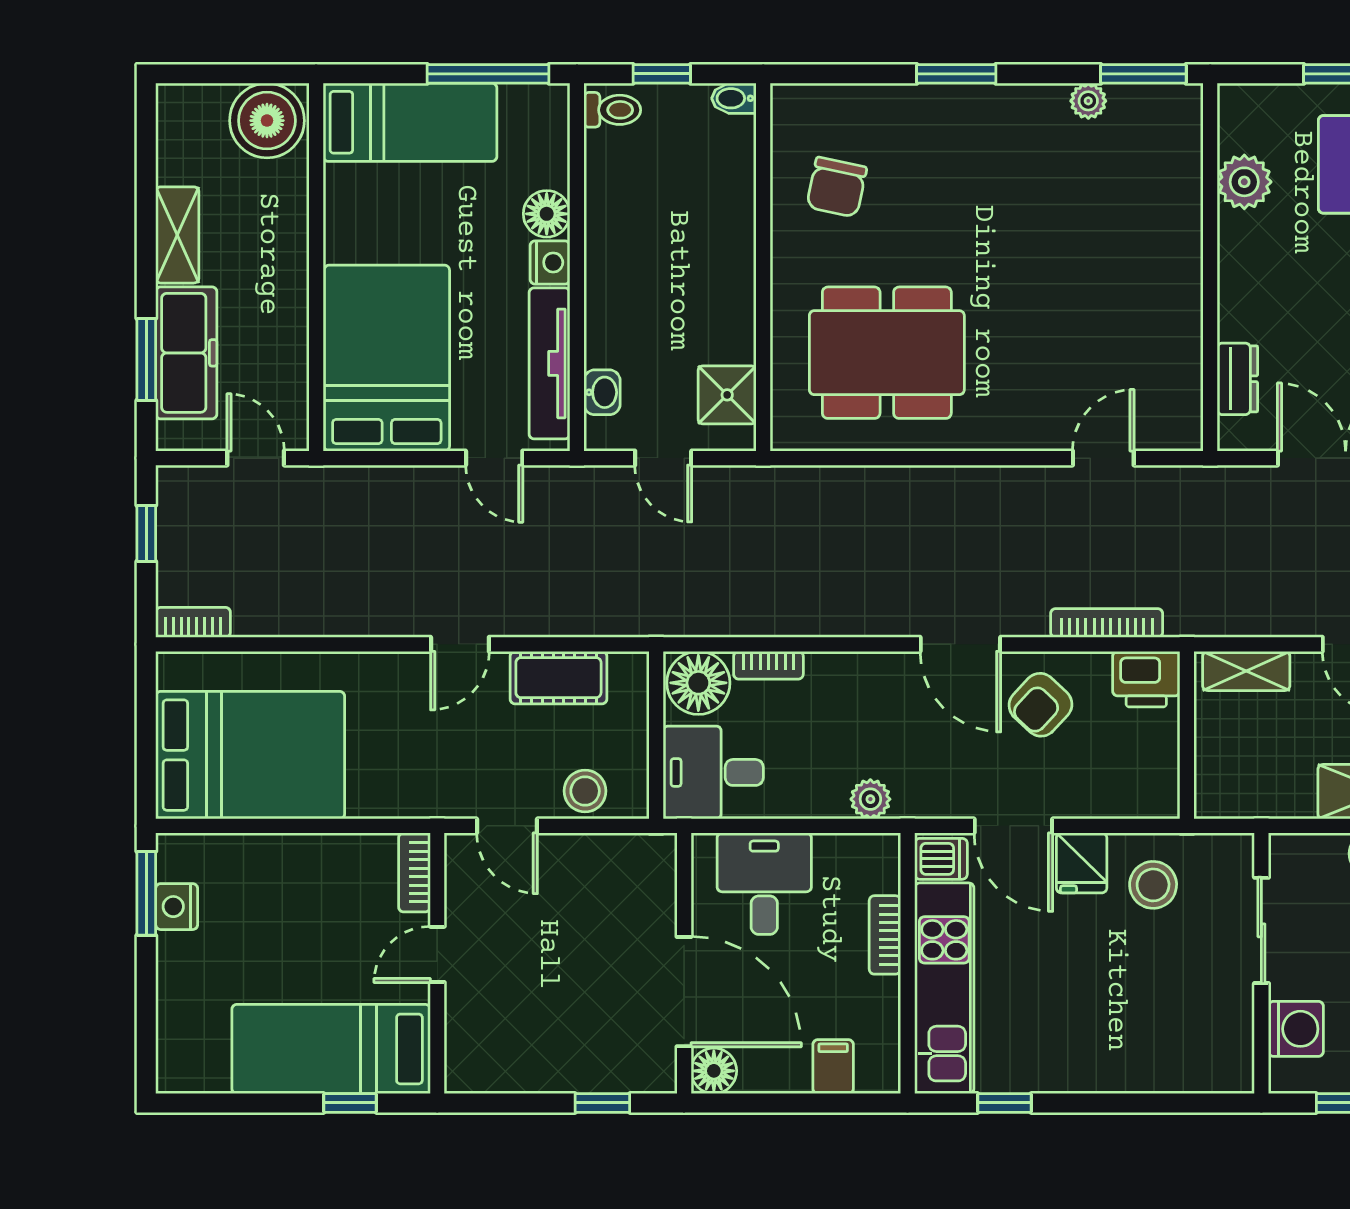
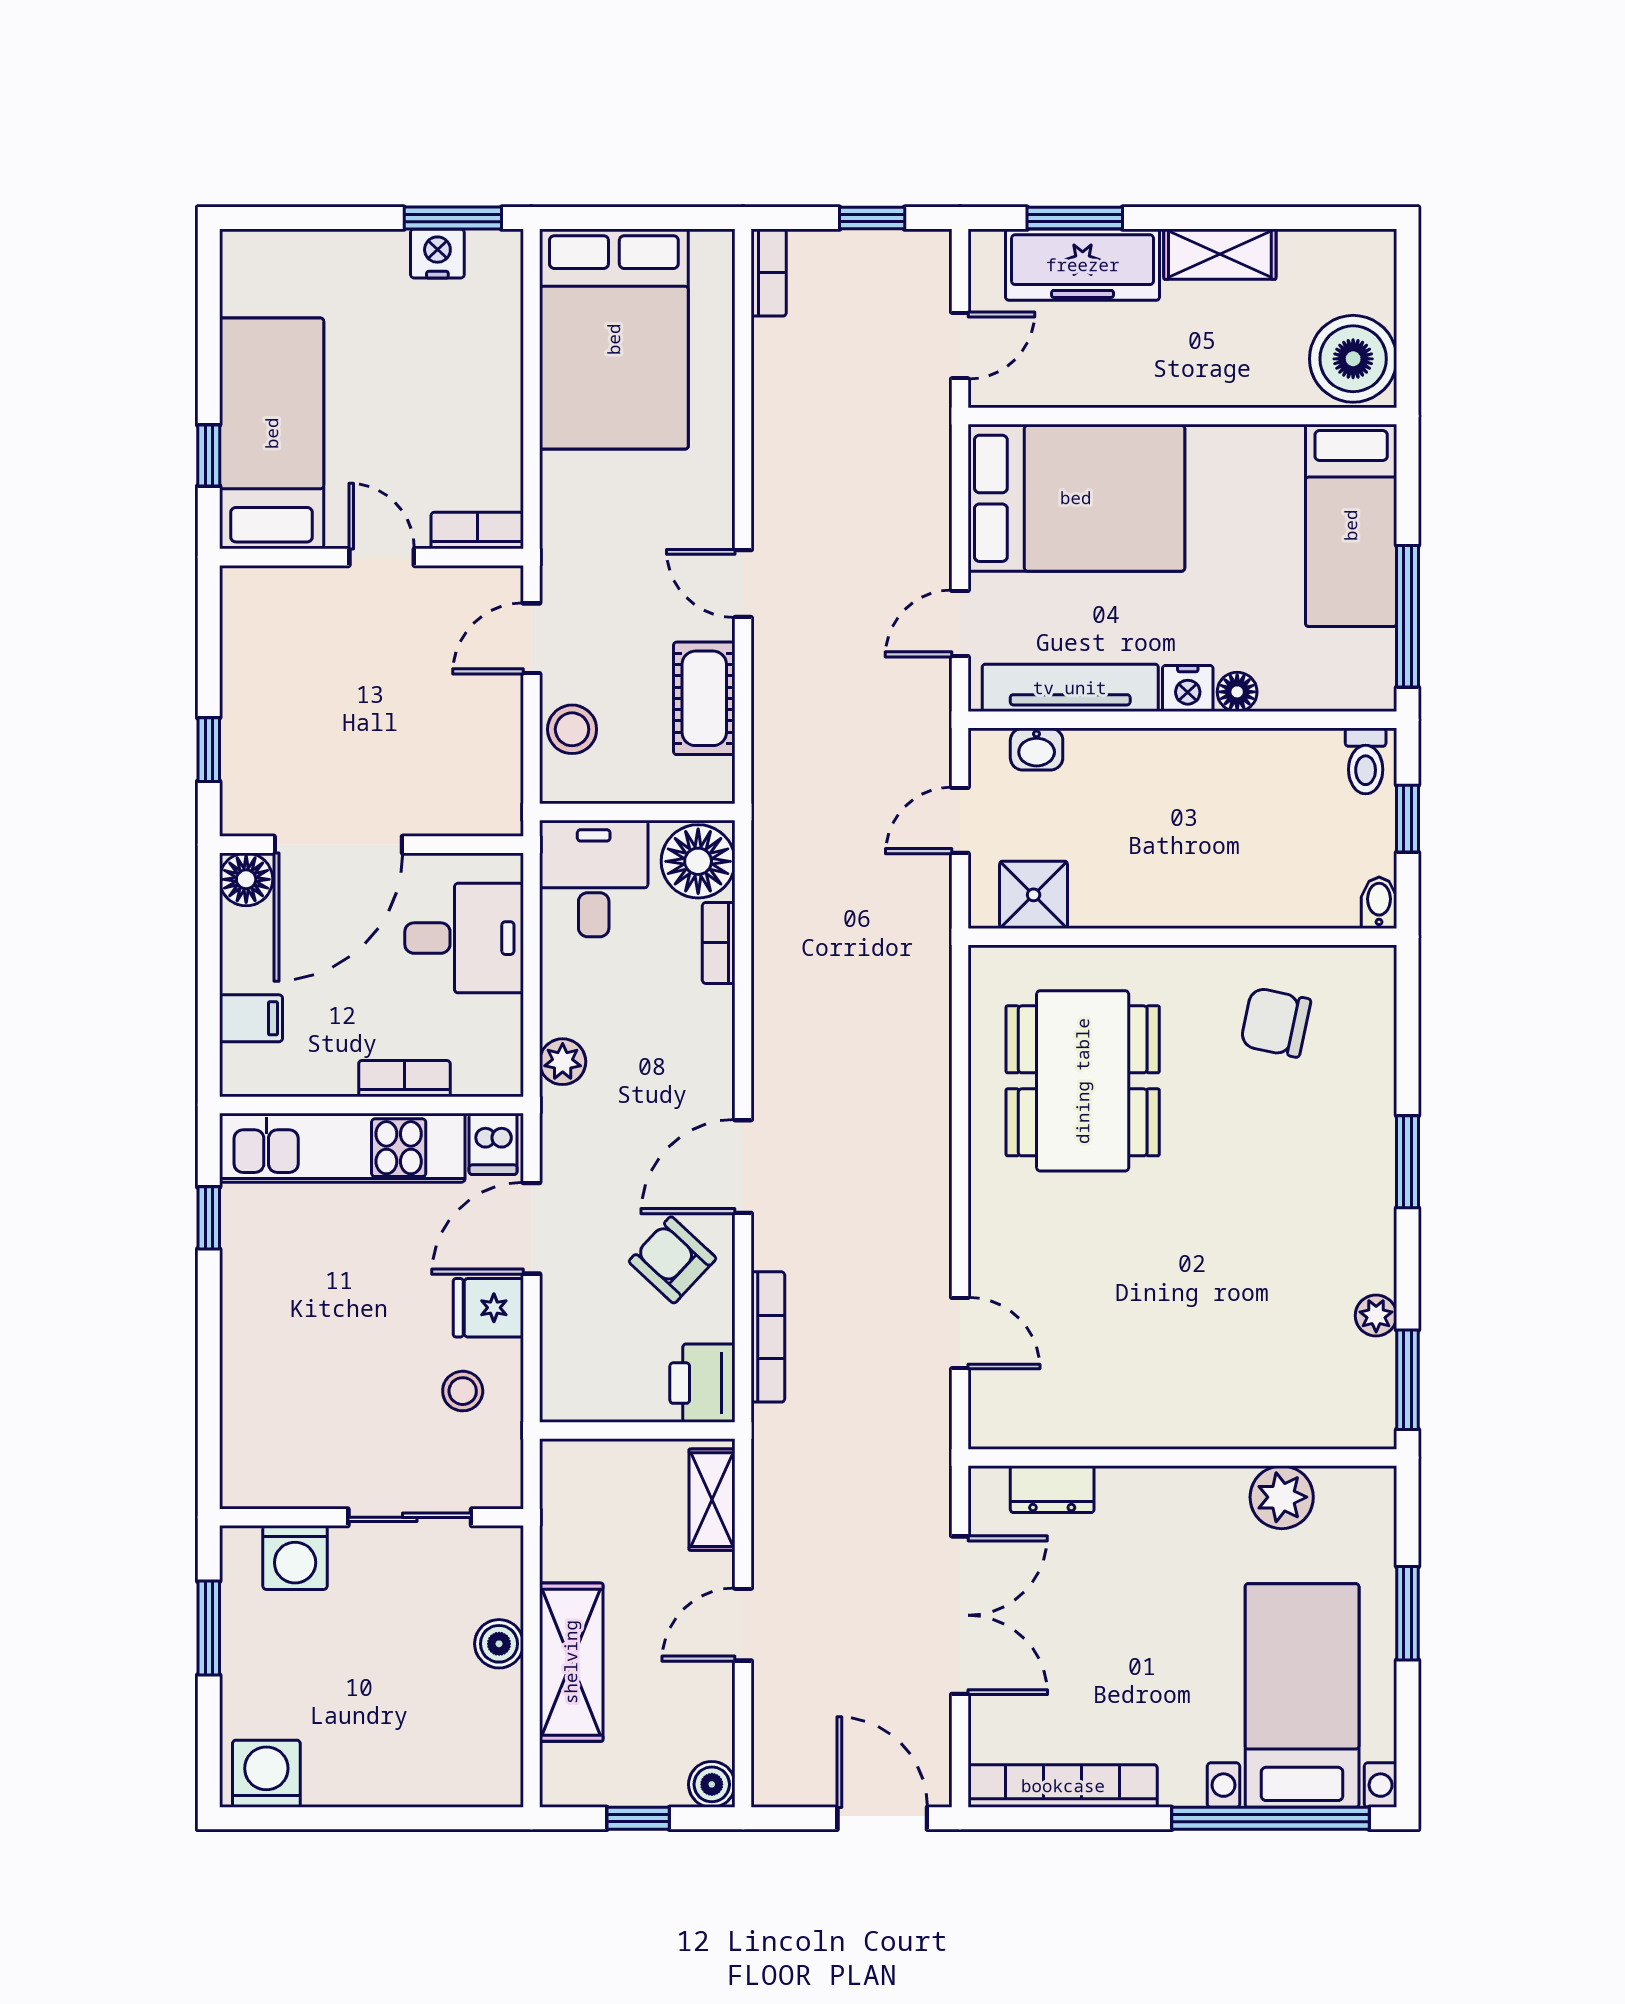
floor lamp: (547, 214) -> (1237, 692), width x0.73, depth x0.73
stool: (1153, 885) -> (463, 1391), width x0.73, depth x0.73

